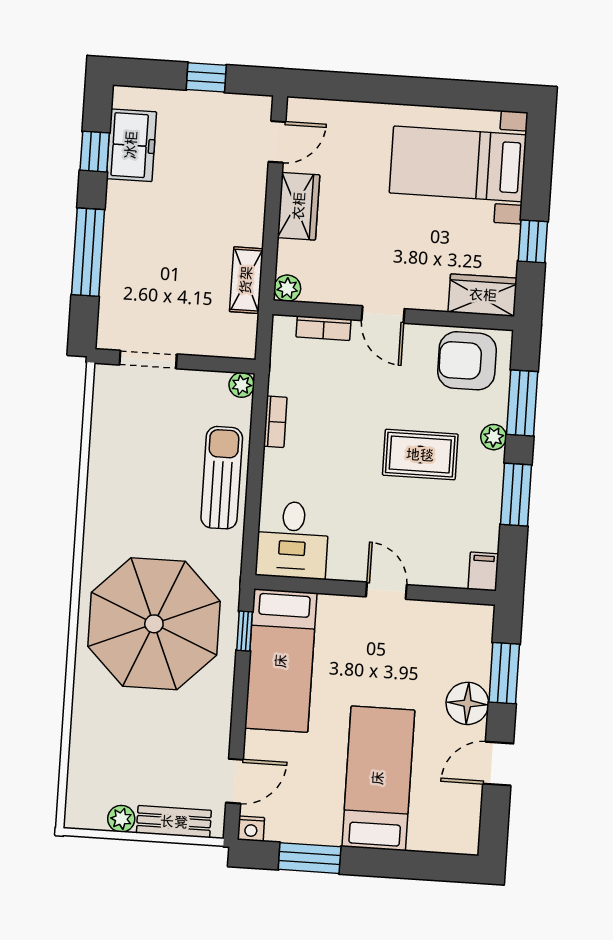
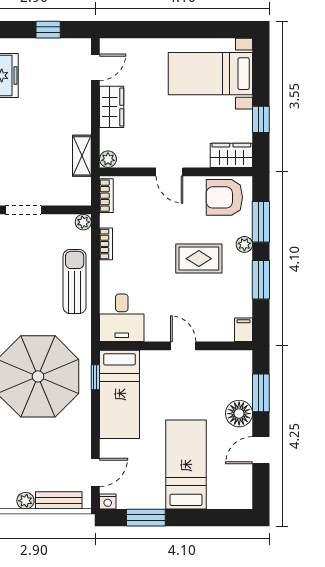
bookcase: (324, 328) -> (106, 196), moved, turned -90

